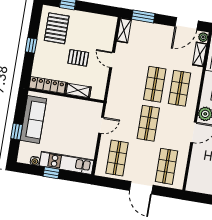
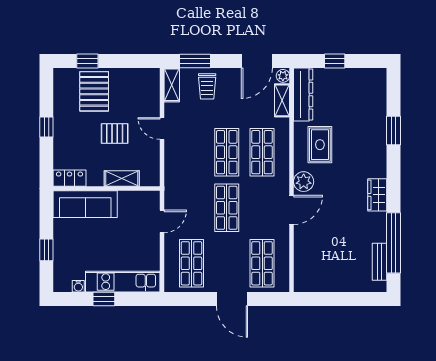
pallet: (57, 28) -> (94, 91), moved
trolley: (149, 36) -> (207, 86), added
locker: (47, 85) -> (69, 178), width x0.66
sofa: (33, 120) -> (85, 204), moved, turned 90

